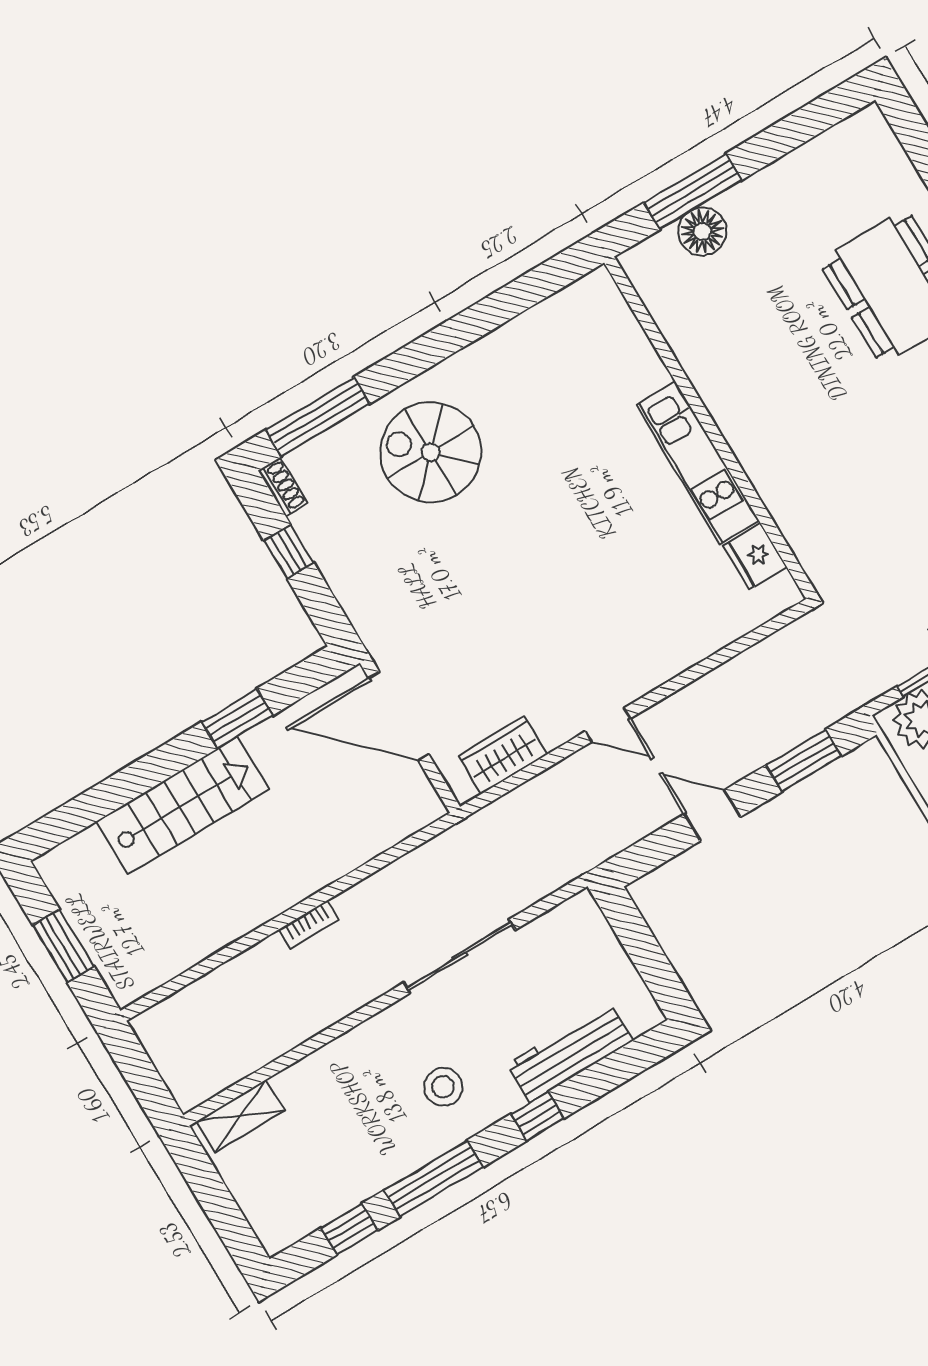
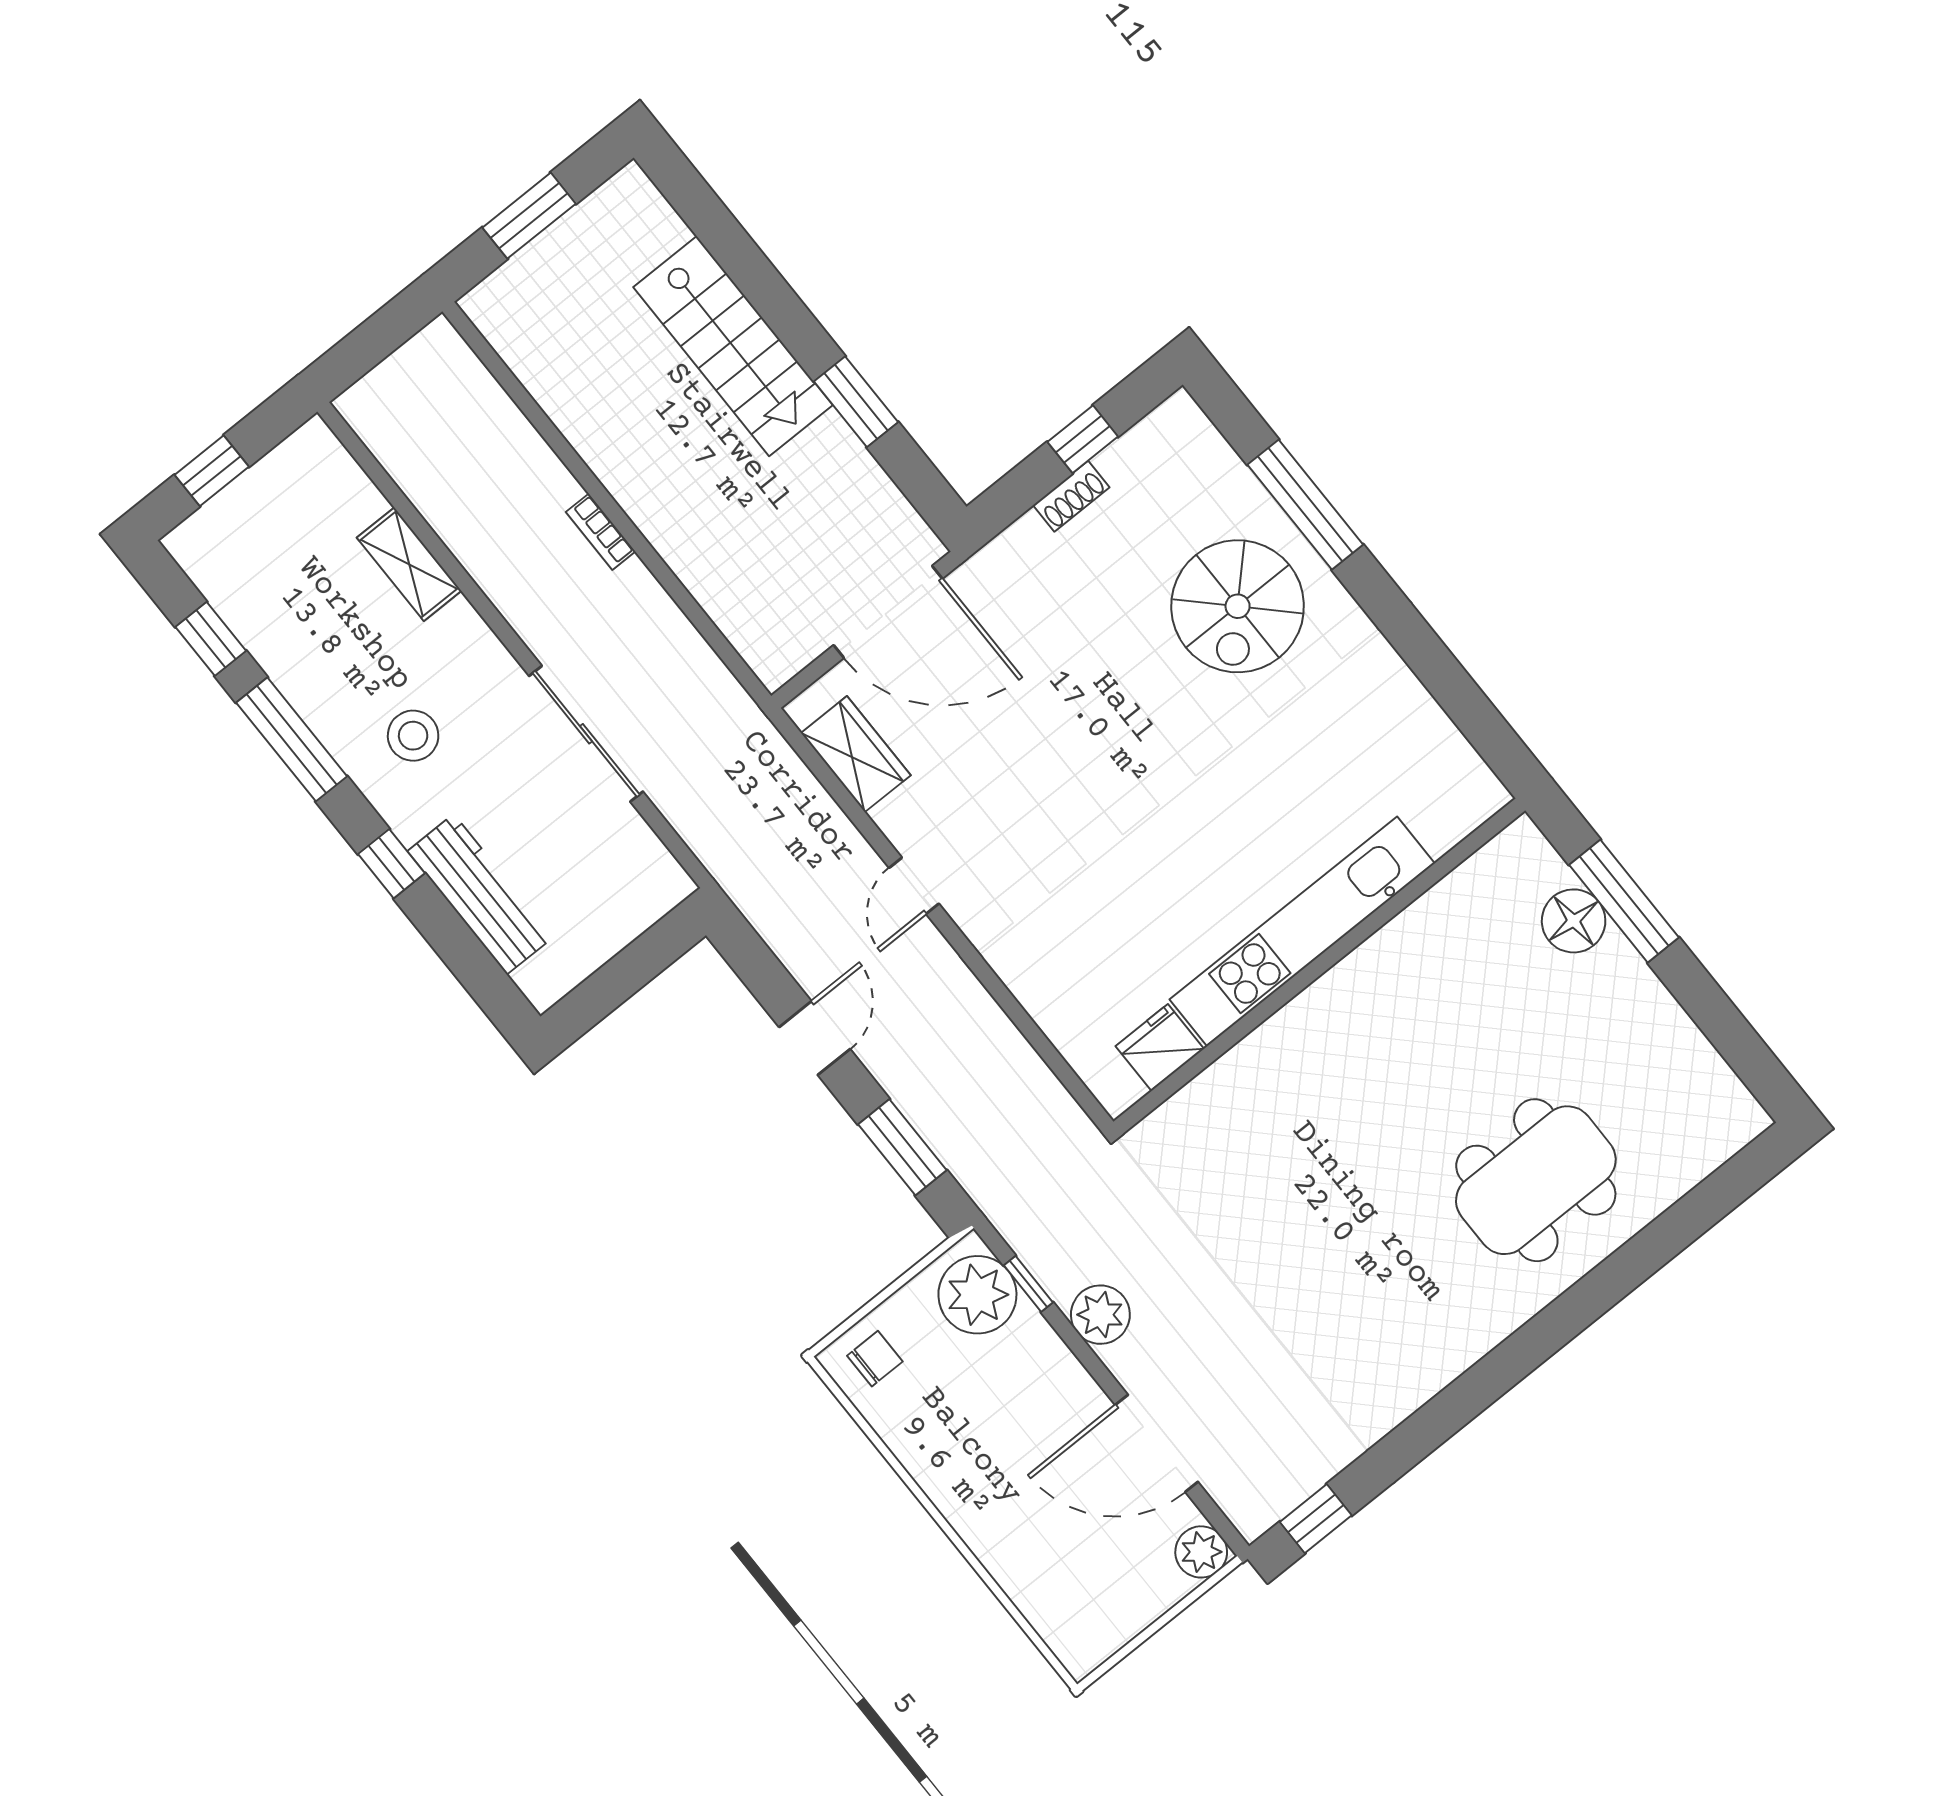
window: (318, 417) -> (1305, 505), moved
spiral stairs: (431, 452) -> (1238, 606), turned 180
kitchen unit: (698, 463) -> (1302, 931), width x1.36
shoe rack: (283, 487) -> (1071, 496), moved
door: (399, 716) -> (888, 612), swing flipped
shelving: (241, 1116) -> (409, 564), moved
window: (223, 1211) -> (212, 471), added

